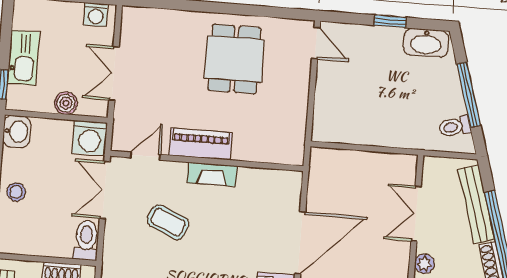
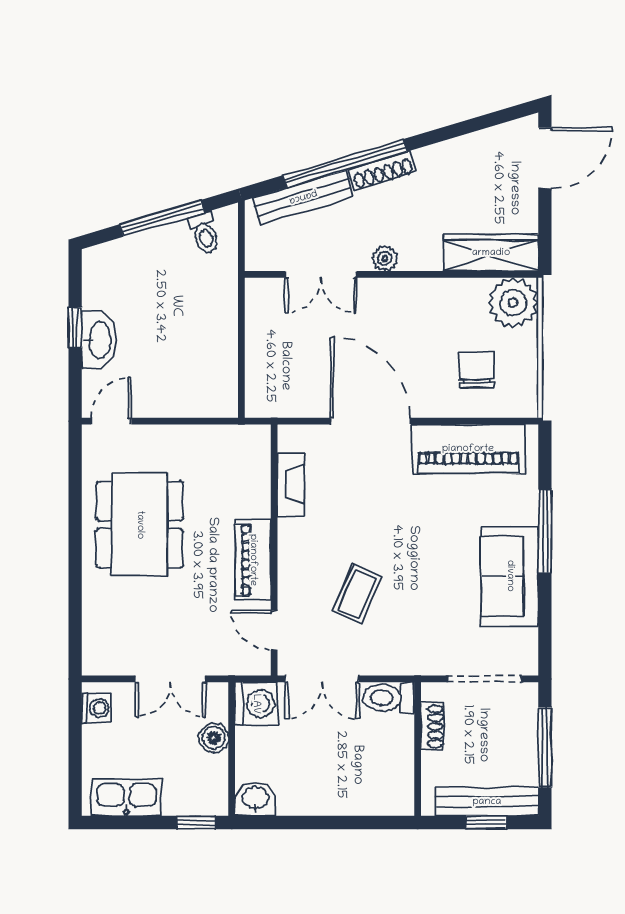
washbasin: (426, 43) -> (99, 340), moved
kitchen sink: (23, 58) -> (127, 798), moved
dining table: (234, 59) -> (140, 525), width x1.38
fireplace: (212, 174) -> (291, 485), moved
stool: (16, 192) -> (334, 793), removed

